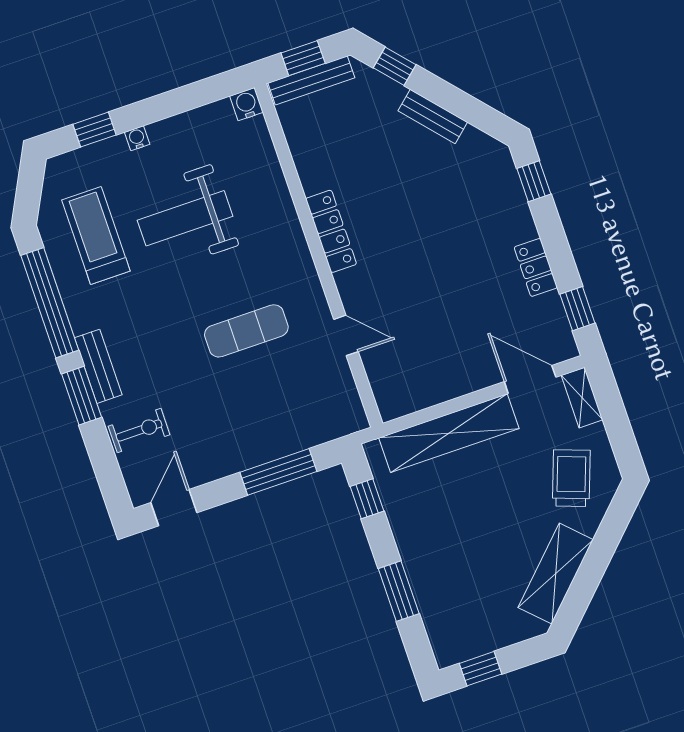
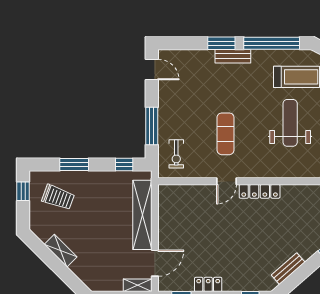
bench: (433, 116) -> (288, 269), moved
door: (346, 335) -> (227, 181), moved
exercise bike: (139, 430) -> (176, 154), moved
trolley: (571, 478) -> (58, 197), moved
shelving: (556, 574) -> (61, 251), width x0.67, depth x0.75

